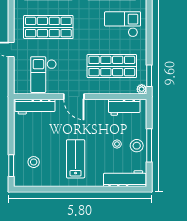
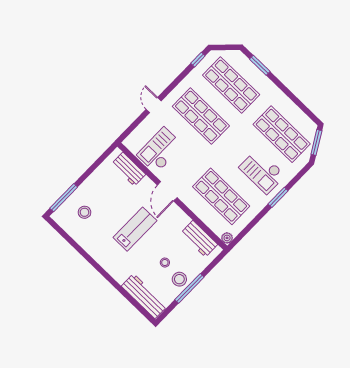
checkout: (123, 24) -> (262, 171), turned 180
window: (149, 76) -> (278, 197), moved
workbench: (35, 107) -> (129, 169), width x0.73
lab bench: (76, 159) -> (135, 229), moved
window: (11, 166) -> (64, 198), width x1.44

